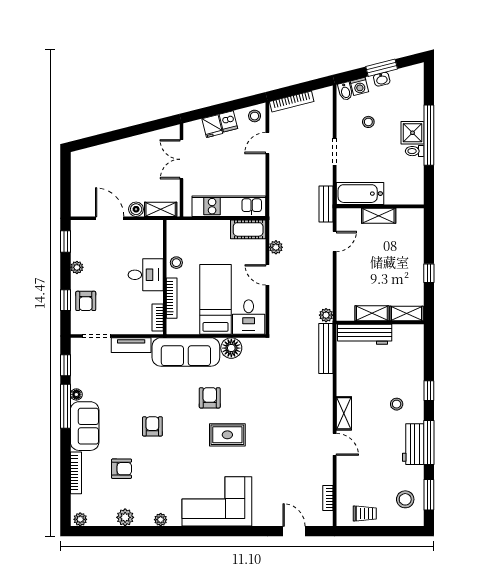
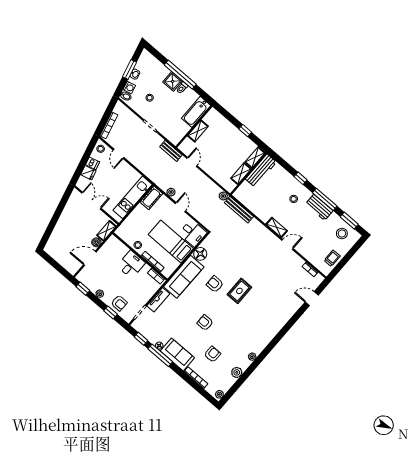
double door: (182, 159) -> (91, 201), swing flipped
bathtub: (360, 194) -> (196, 112), moved
door: (267, 275) -> (180, 207), swing flipped
workbench: (365, 334) -> (261, 170), moved
corner sofa: (217, 501) -> (266, 323), removed

